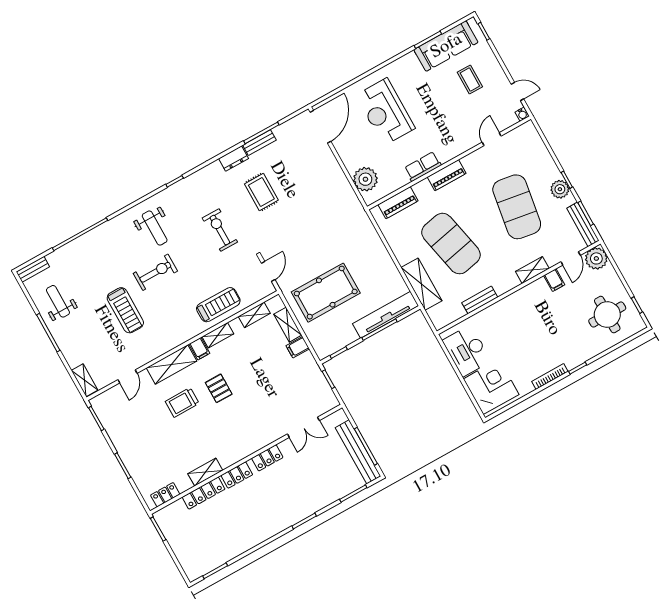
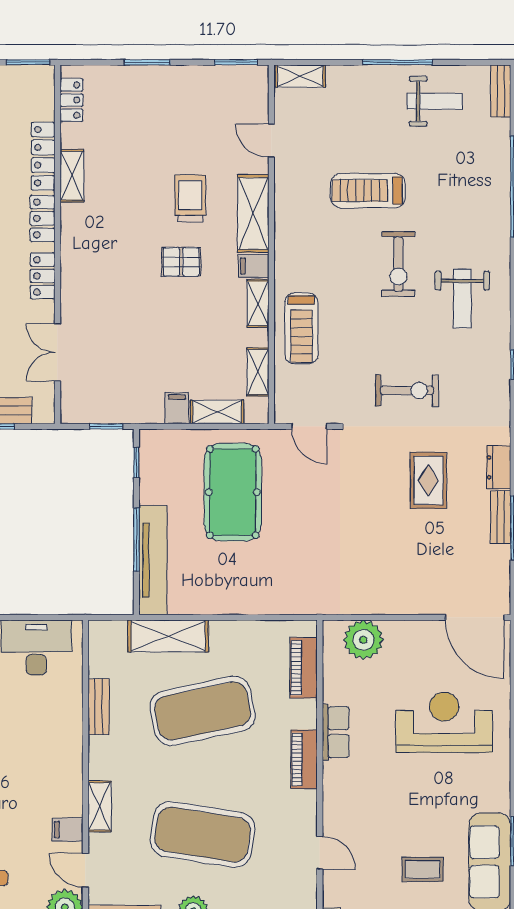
rug: (261, 192) -> (428, 480), turned 90
weight bench: (155, 228) -> (462, 299), turned -90

